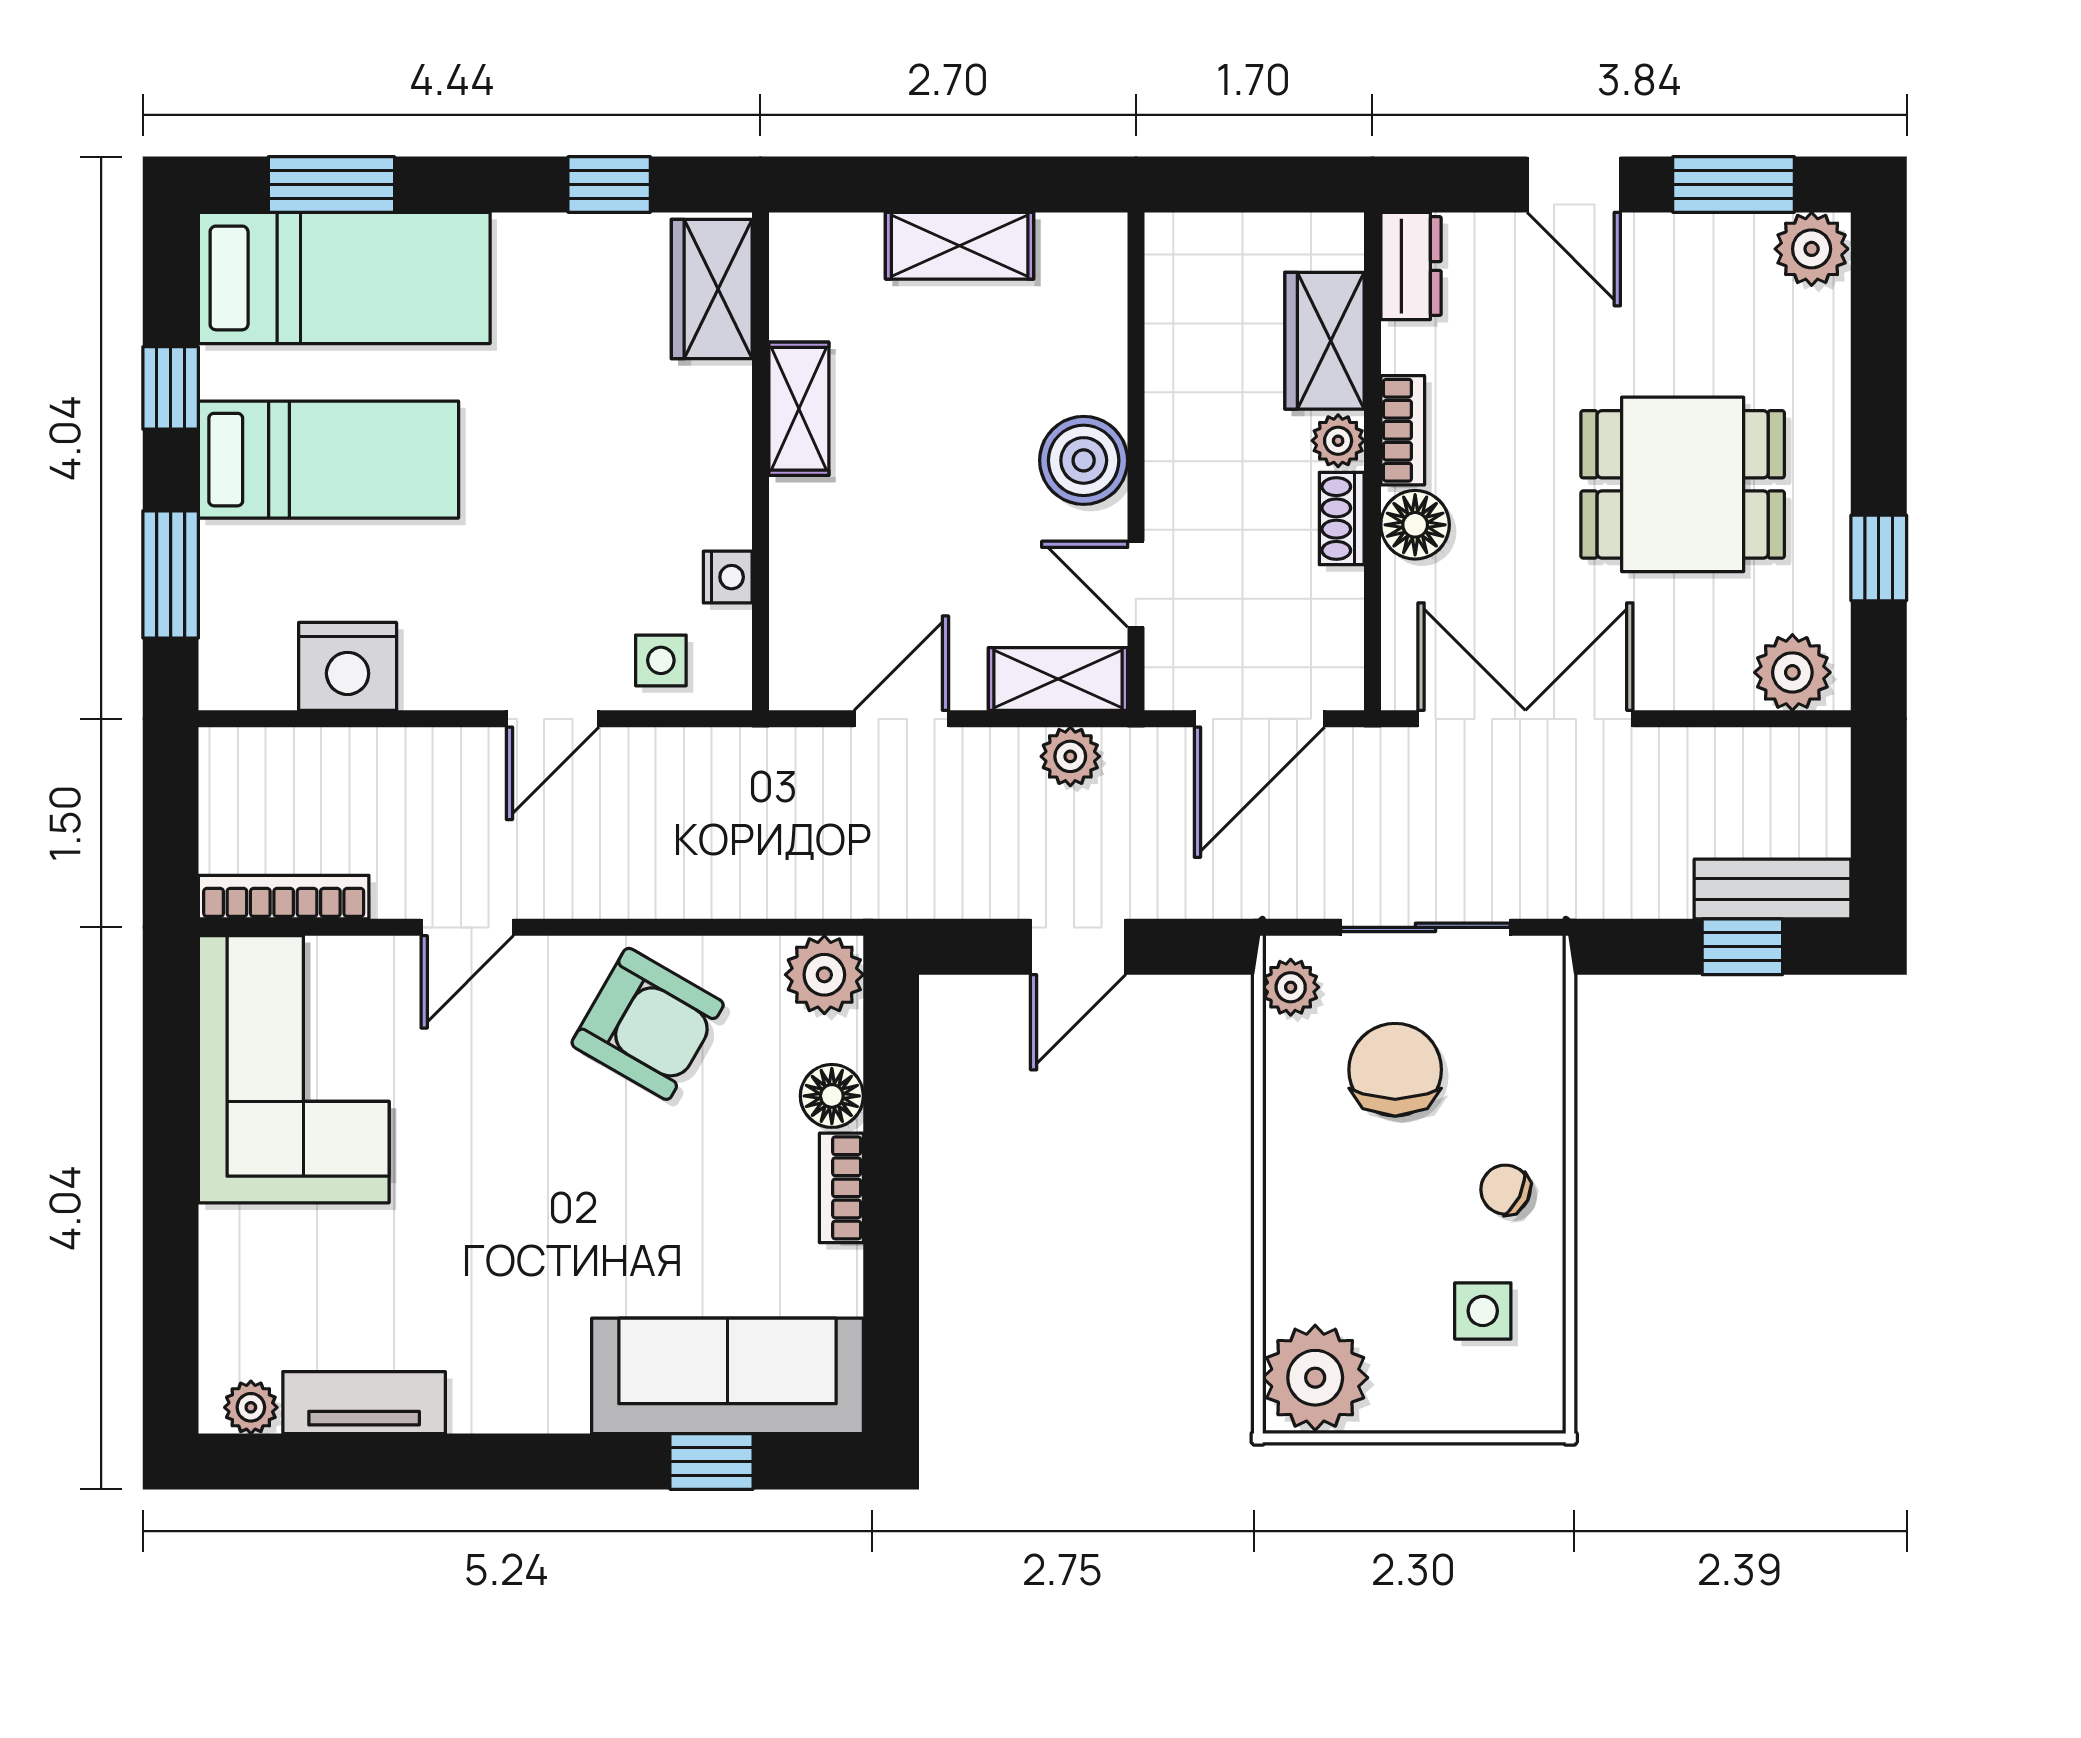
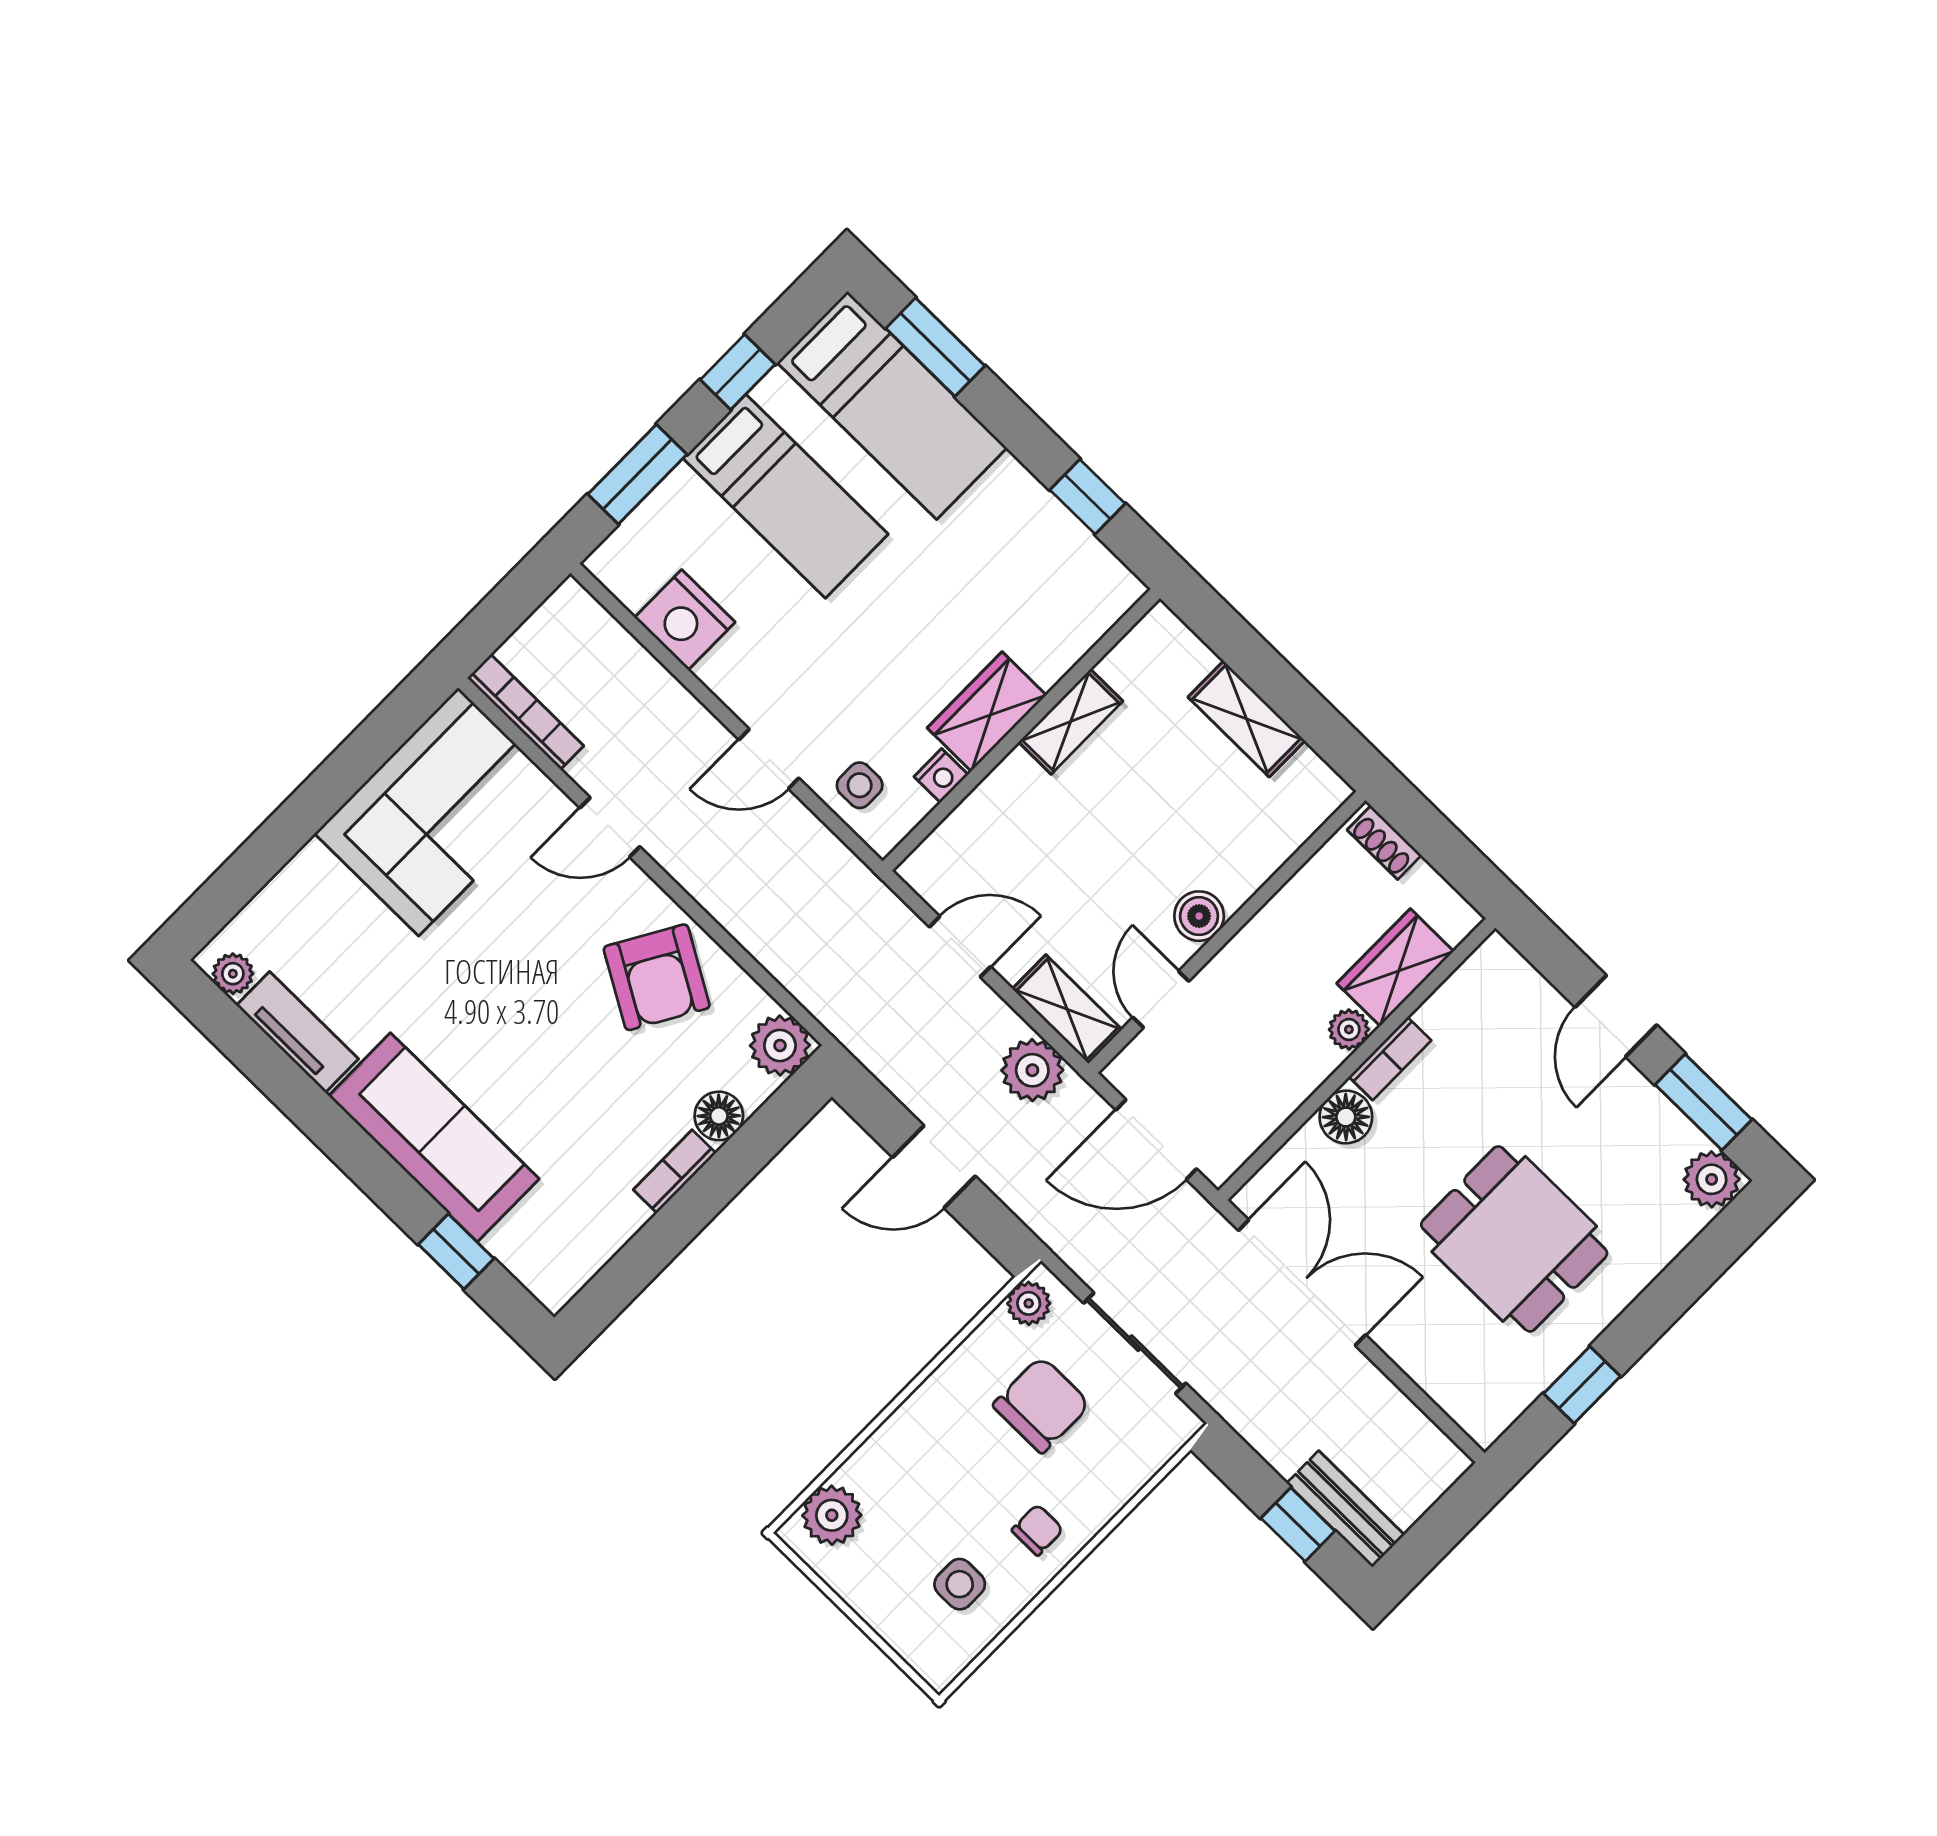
dresser: (1411, 266) -> (1483, 973), removed
wardrobe: (712, 289) -> (987, 712), moved
boiler: (1084, 460) -> (1199, 916), width x0.73, depth x0.73
shoe rack: (1342, 519) -> (1384, 843), moved, turned -90
plant: (1792, 672) -> (1473, 1401), removed
plant: (1070, 756) -> (1032, 1070), width x1.38, depth x1.38
chair: (1505, 1190) -> (1037, 1530), turned 64
sofa: (727, 1376) -> (434, 1137), moved
plant: (1315, 1378) -> (832, 1515), width x0.73, depth x0.73

